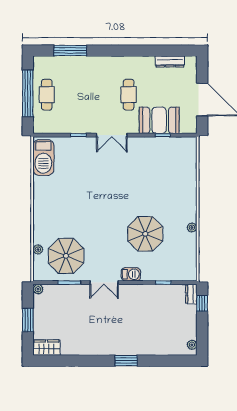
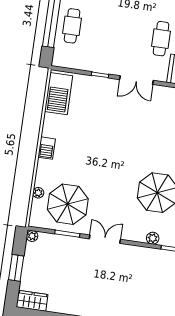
barbecue: (131, 274) -> (47, 148), moved, turned 90
plant: (147, 275) -> (153, 238), added
double door: (104, 283) -> (105, 239), swing flipped

